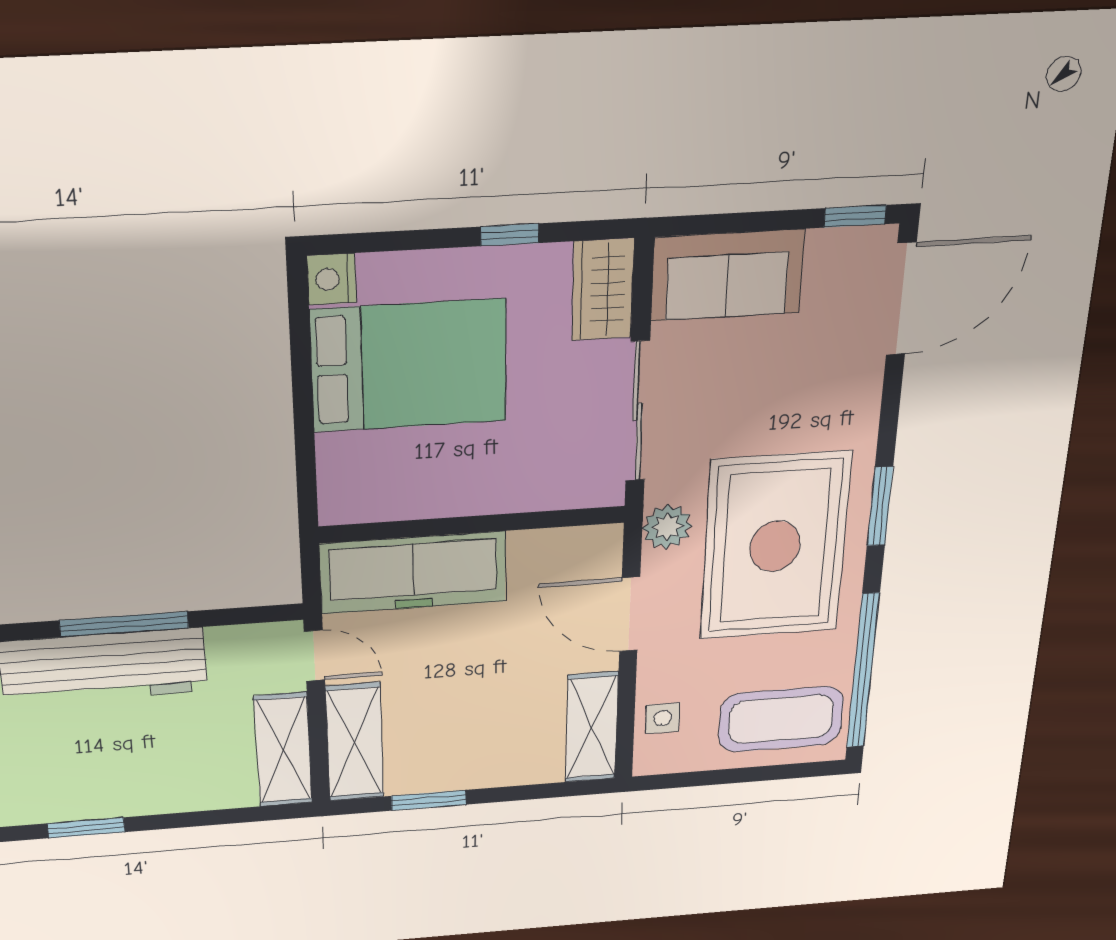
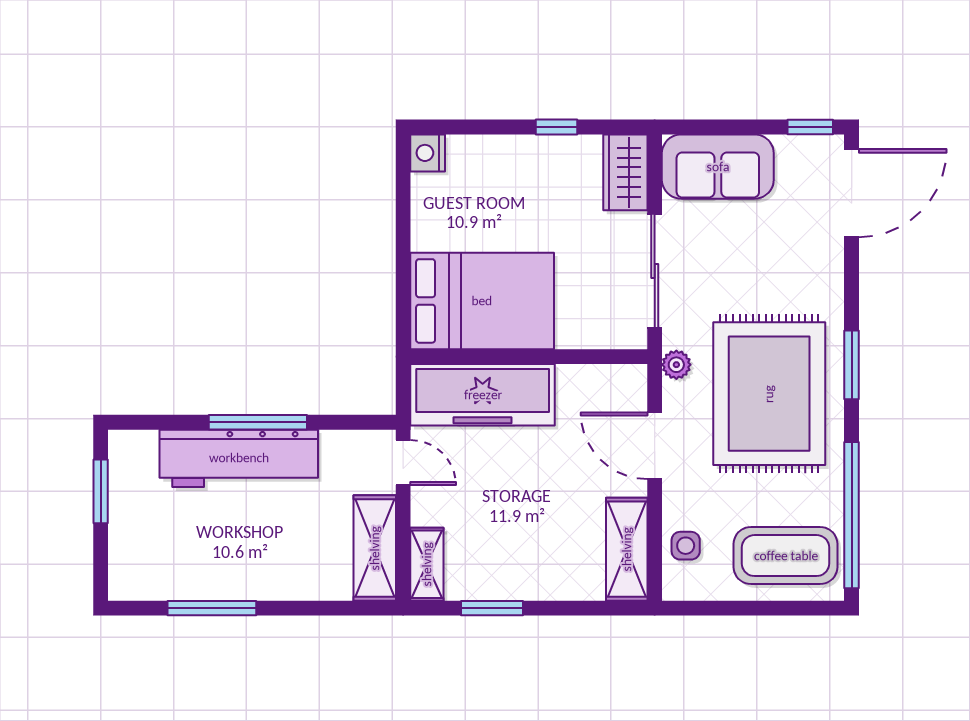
bed: (409, 366) -> (482, 301), moved
plant: (667, 527) -> (676, 365), width x0.73, depth x0.73
shelving: (355, 742) -> (427, 564), width x0.67, depth x0.75
window: (86, 828) -> (212, 608), width x1.44

